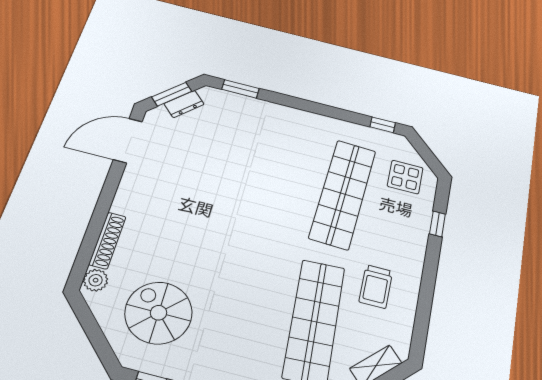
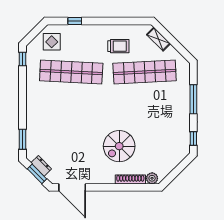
spiral stairs: (159, 313) -> (119, 146), moved

